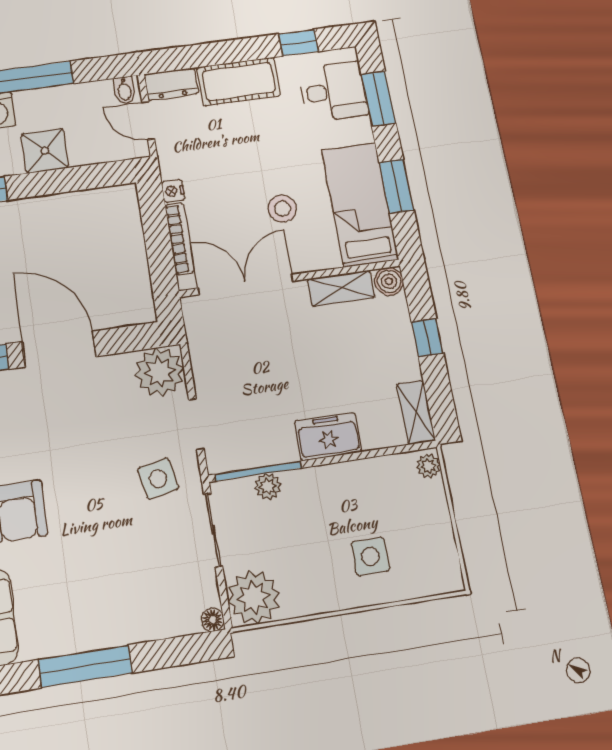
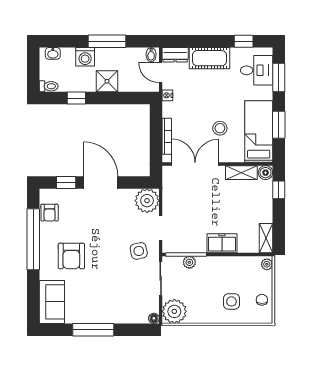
nightstand: (173, 191) -> (167, 95), moved
window: (427, 338) -> (279, 190), moved
chair: (433, 543) -> (262, 300), added

